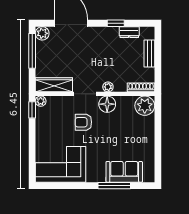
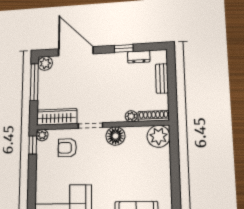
plant: (108, 87) -> (131, 116), moved
armchair: (83, 122) -> (67, 148), moved

